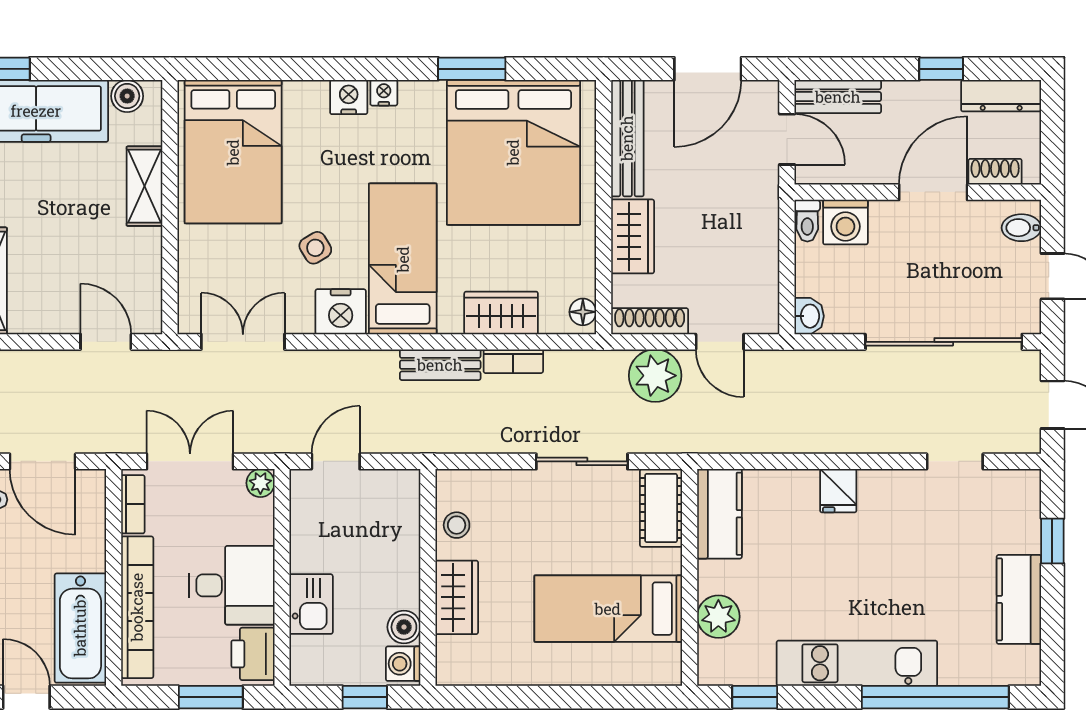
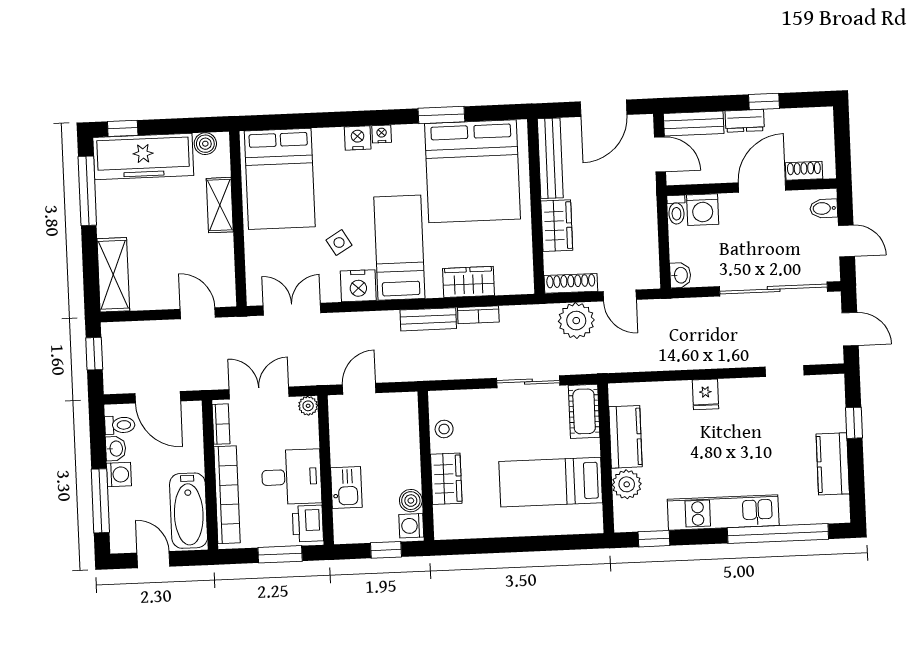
dresser: (1001, 96) -> (745, 121), moved, width x0.70
floor lamp: (583, 312) -> (525, 279), removed
kitchen counter: (720, 514) -> (625, 437), moved

